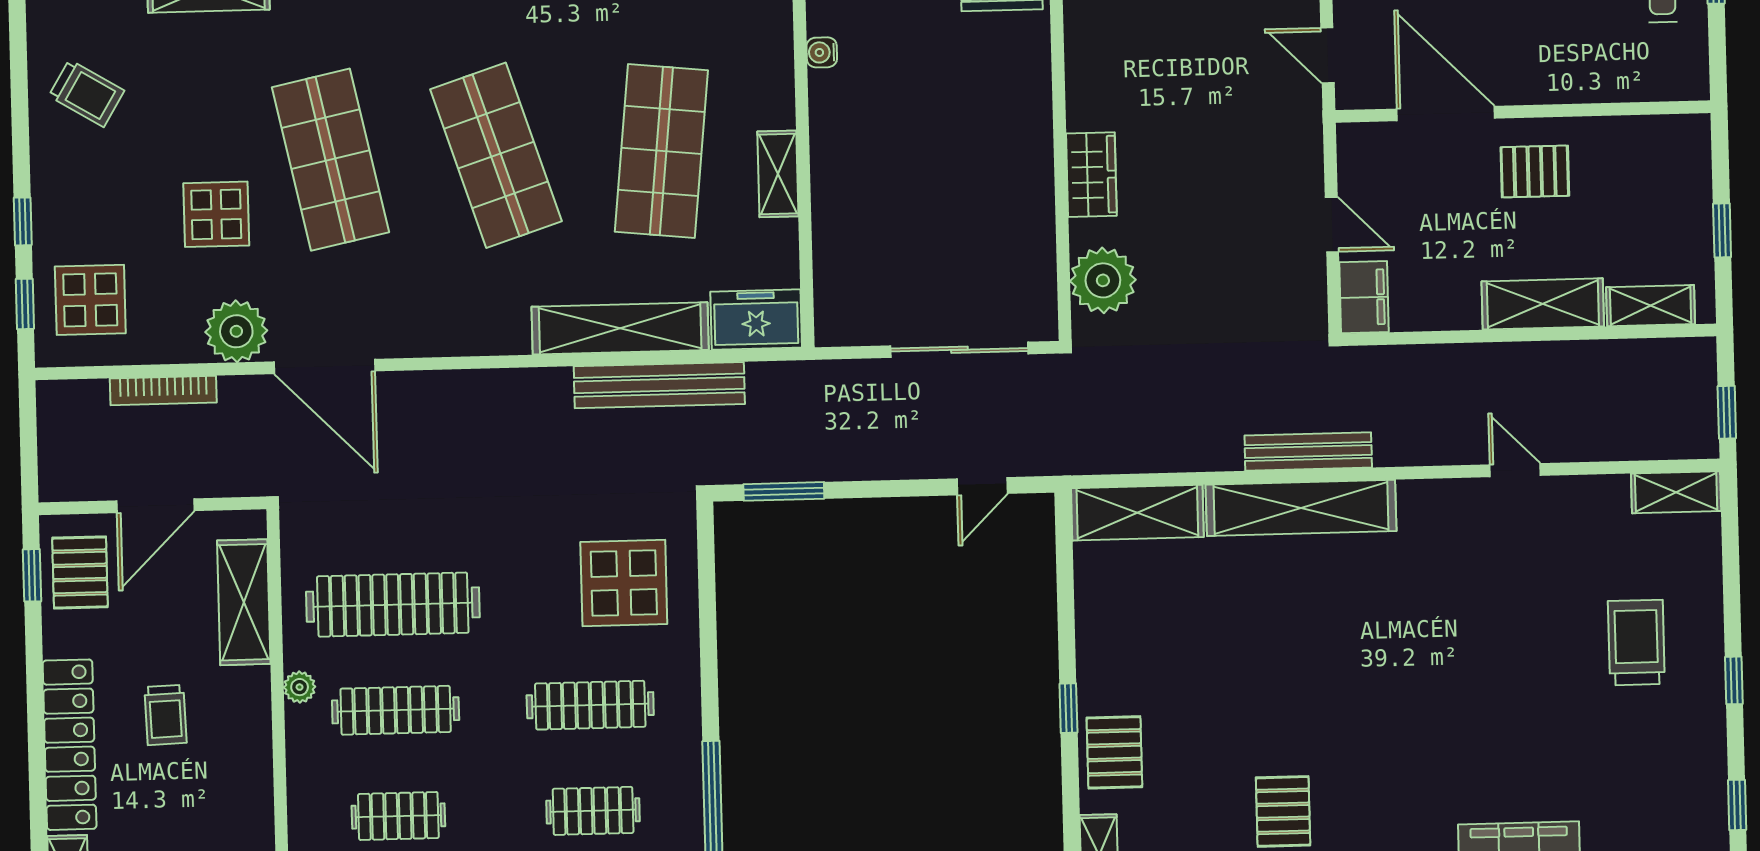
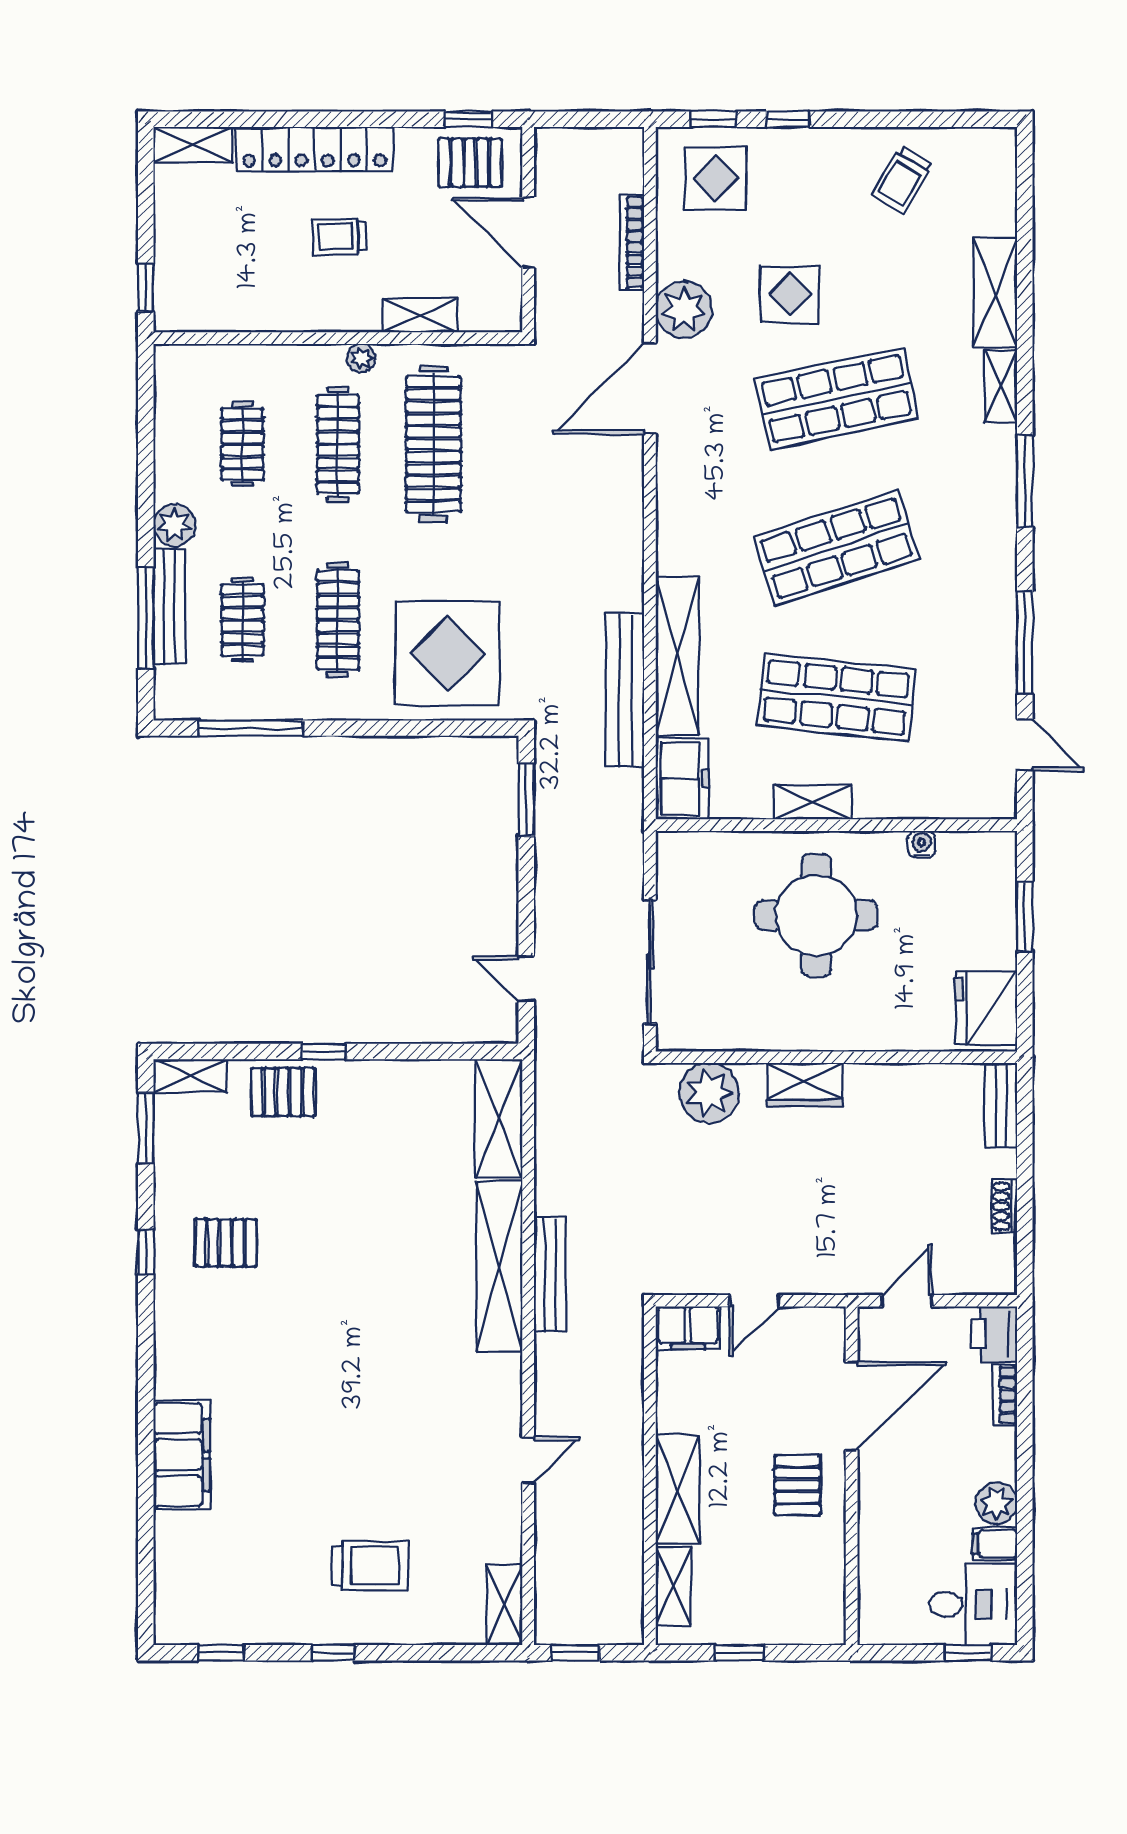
round table: (903, 167) -> (816, 915), added
display table: (624, 583) -> (447, 653), width x1.36, depth x1.36
shelving: (244, 602) -> (420, 315), width x0.67, depth x0.75

